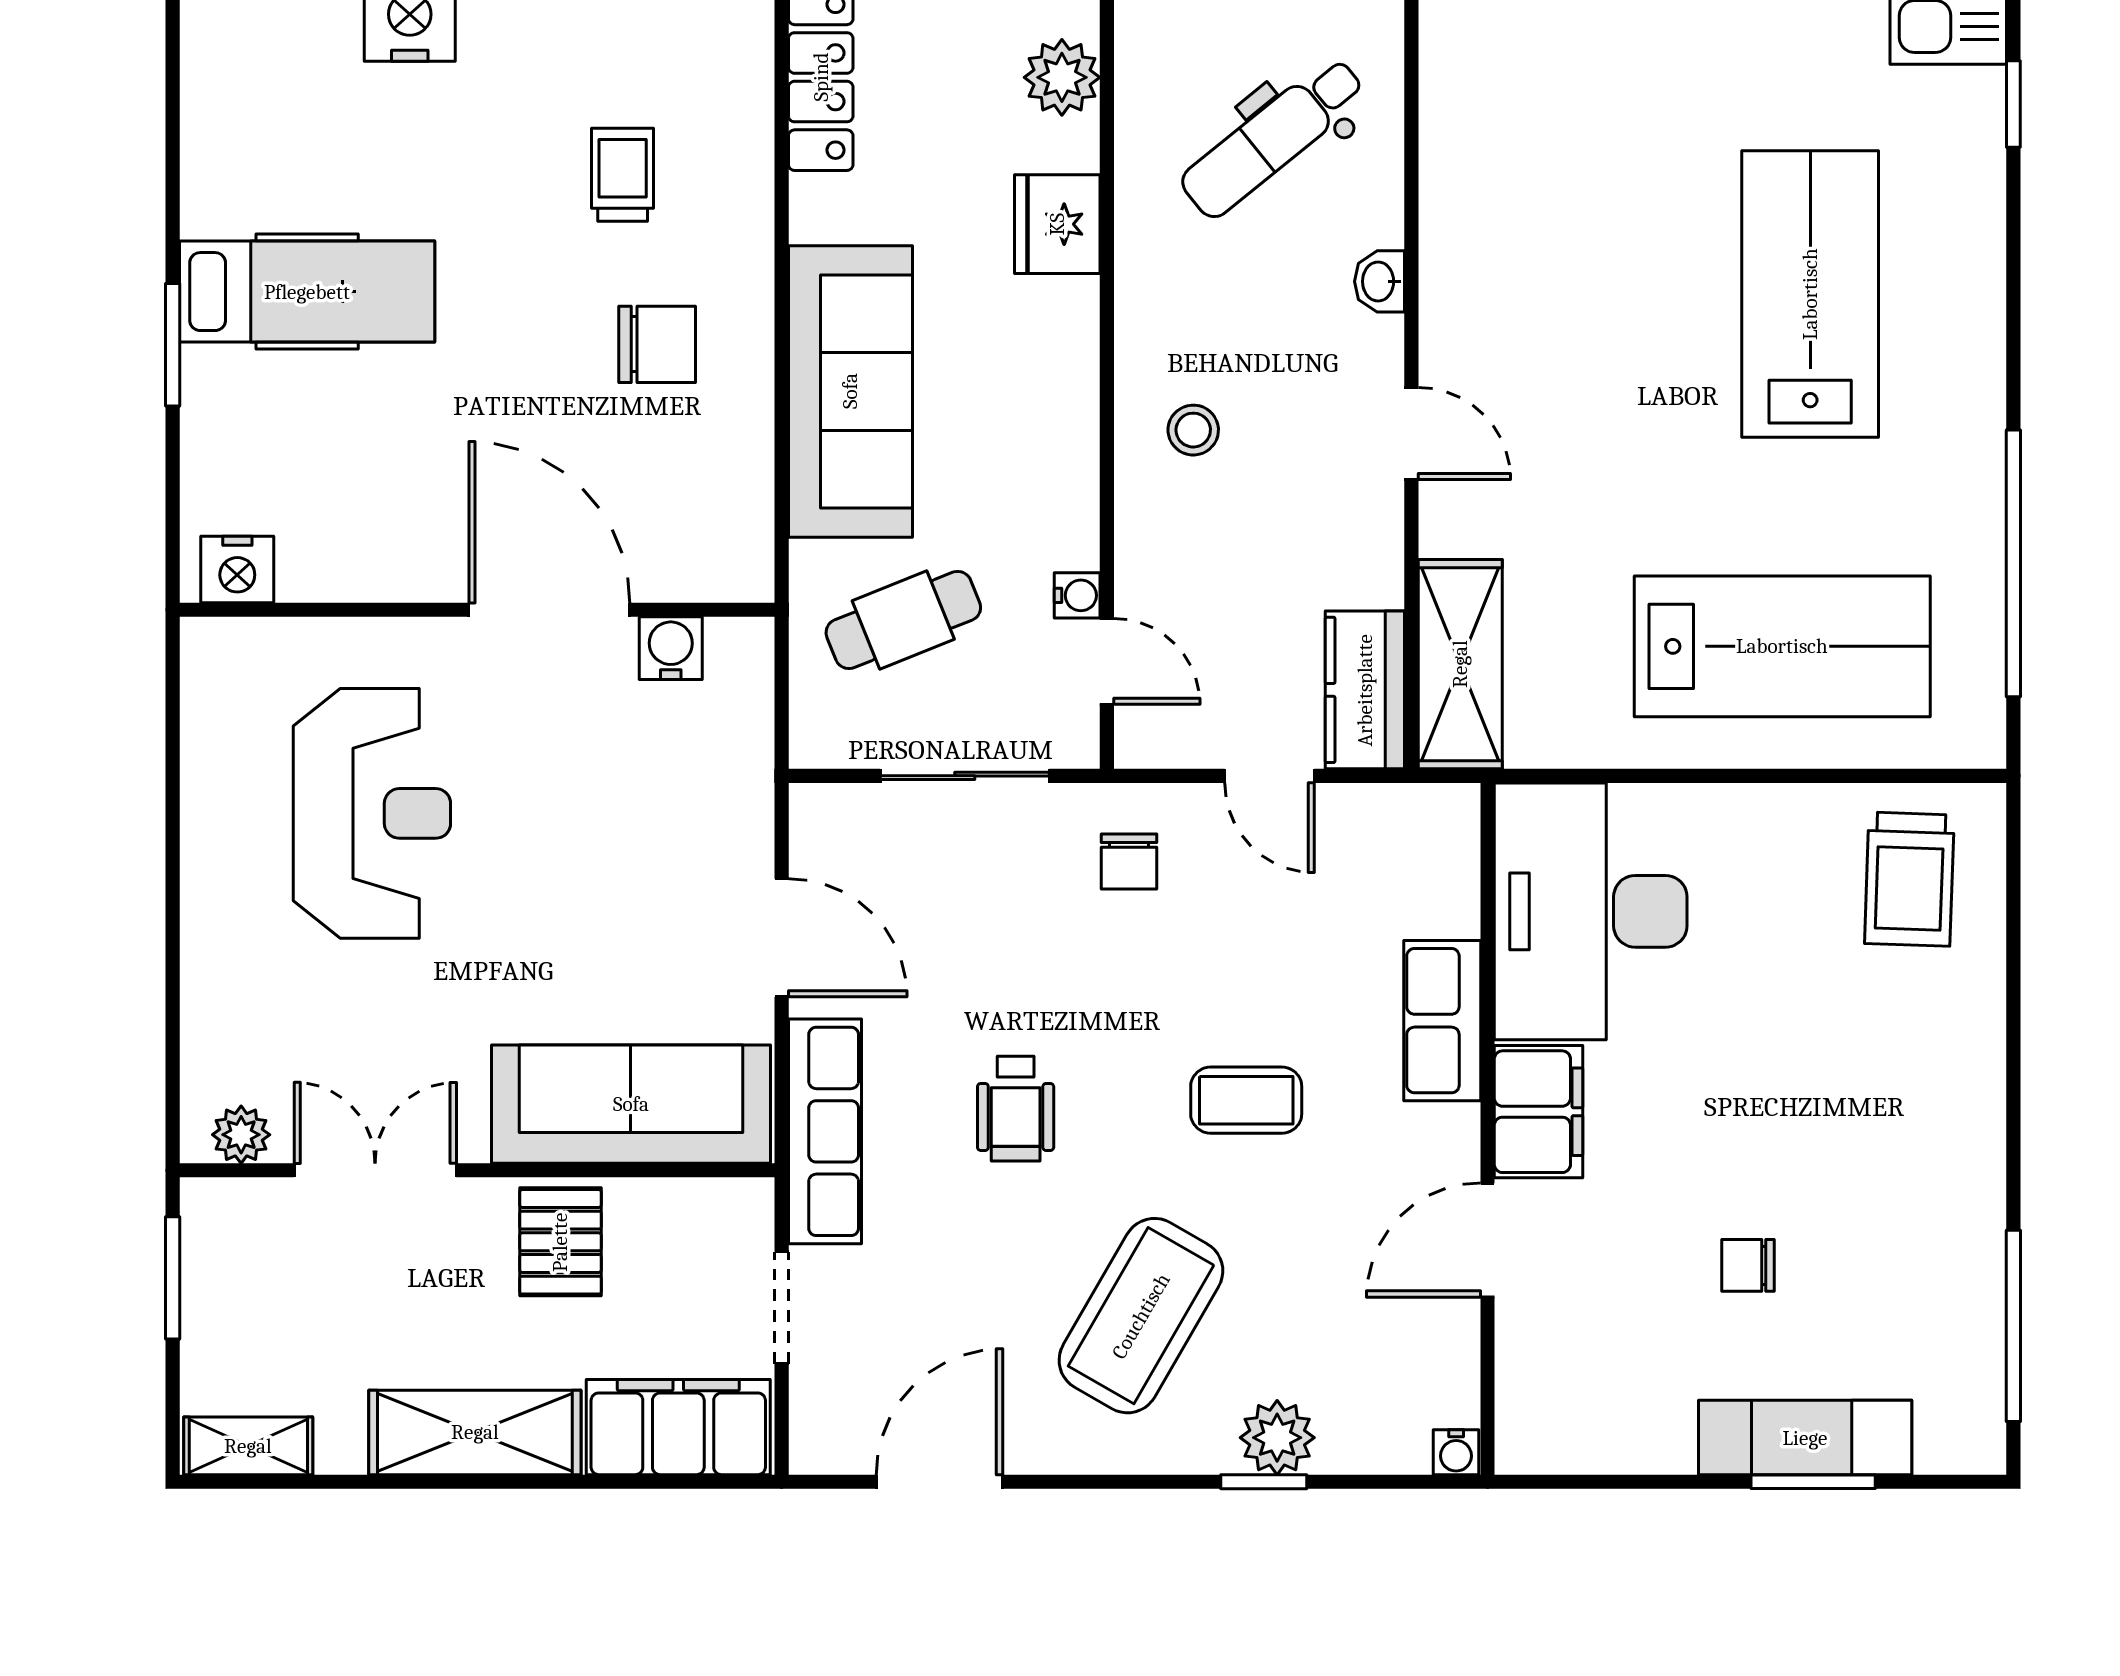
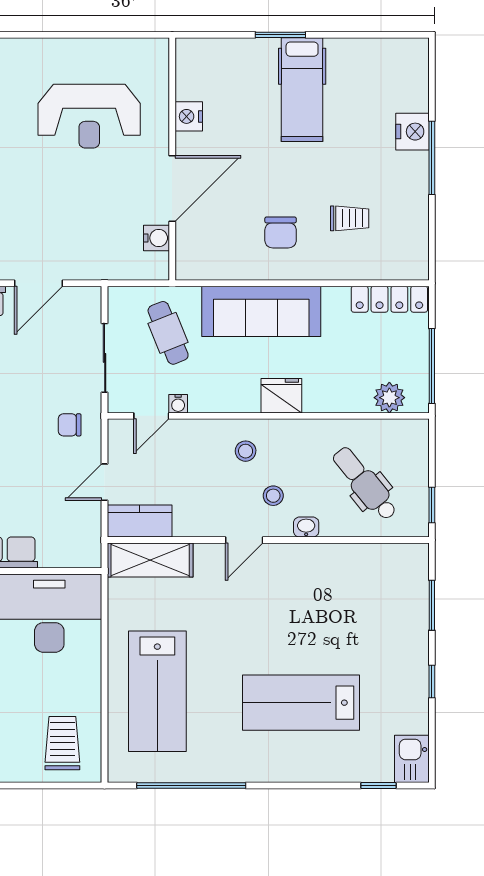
fridge: (1057, 224) -> (281, 396), moved
lab bench: (1810, 294) -> (301, 703), turned 180
stool: (1303, 362) -> (273, 496), added
nightstand: (237, 569) -> (189, 116), moved
trolley: (1909, 879) -> (62, 743), turned 88

